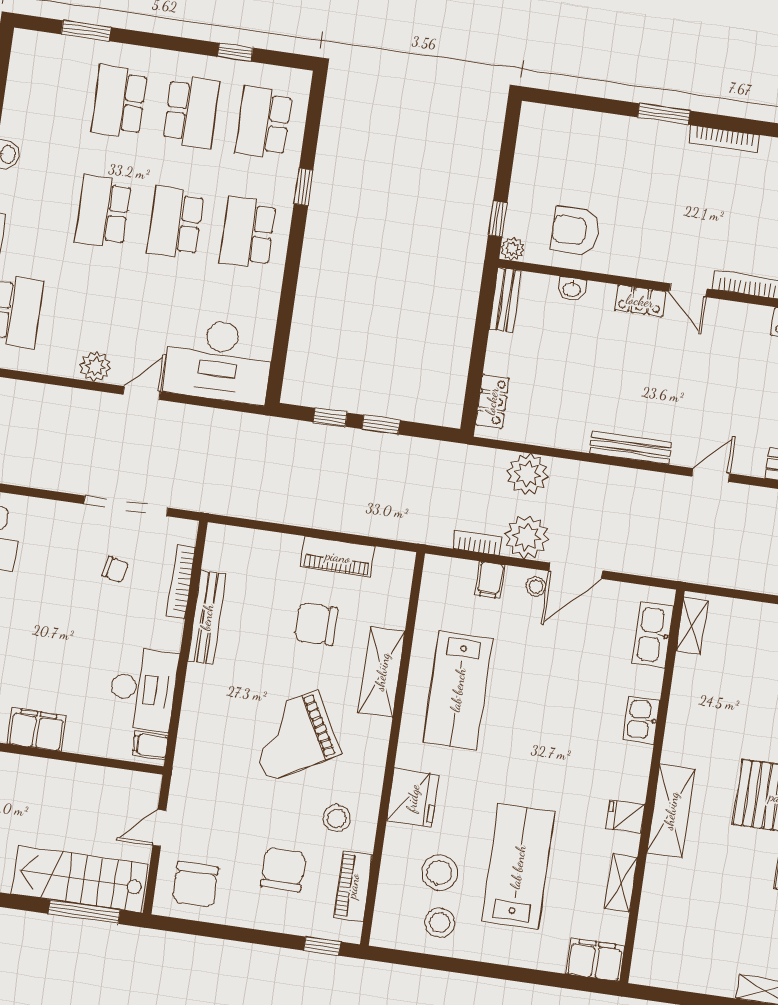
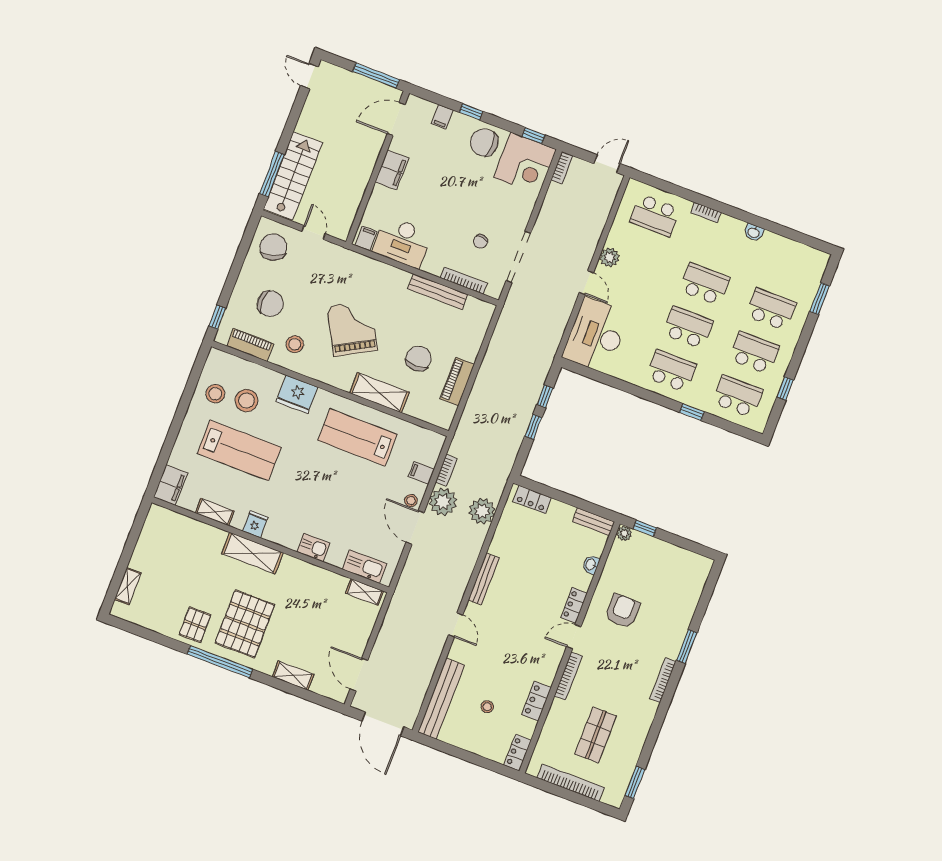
school desk: (191, 112) -> (754, 353), turned 180
armchair: (575, 231) -> (622, 611), moved
chair: (195, 885) -> (273, 247), turned 72

